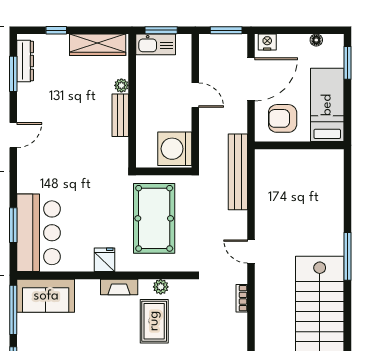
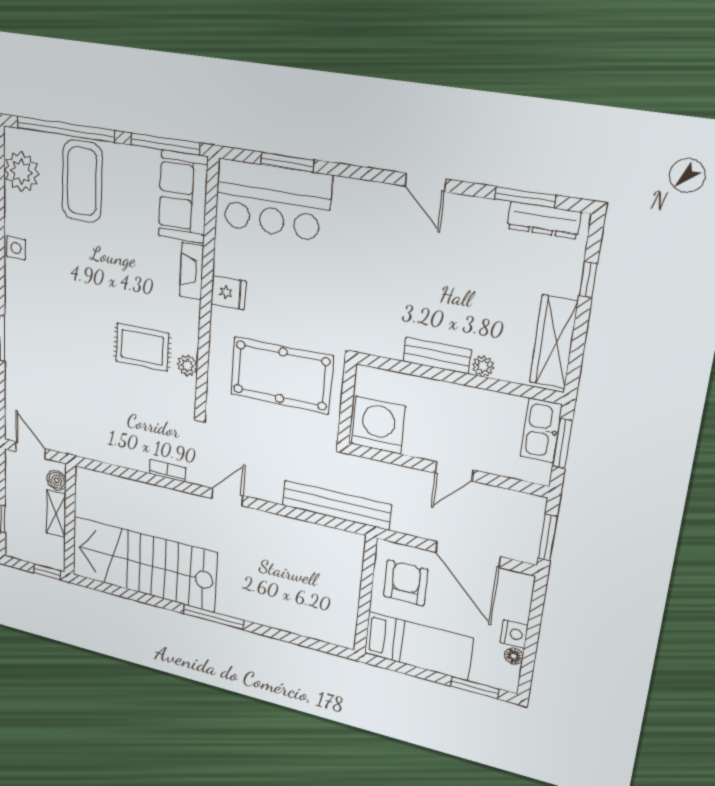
nightstand: (267, 42) -> (514, 634), moved
fireplace: (119, 287) -> (192, 271), moved

